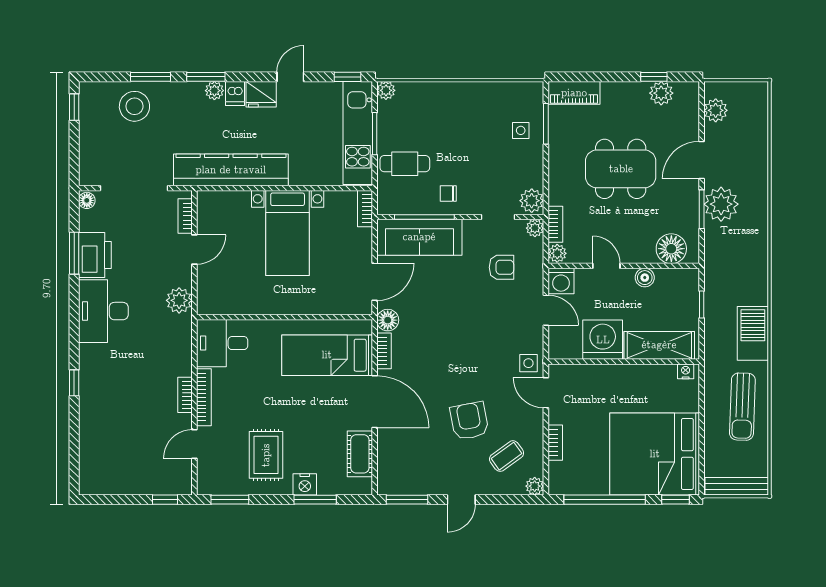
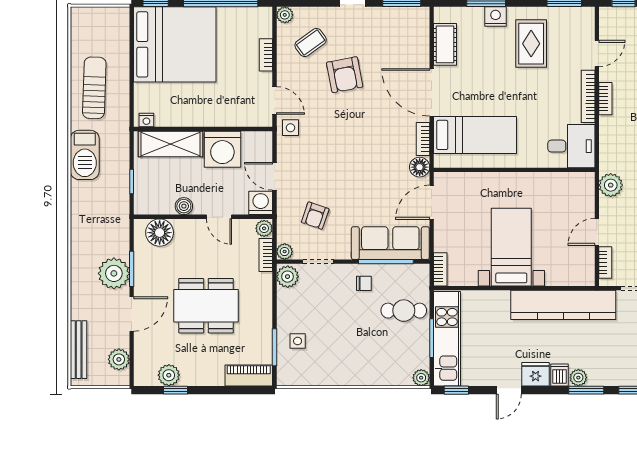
armchair: (501, 267) -> (315, 216), turned -71
bench: (737, 486) -> (79, 350), moved, turned 90

